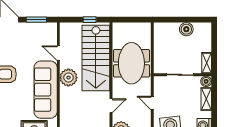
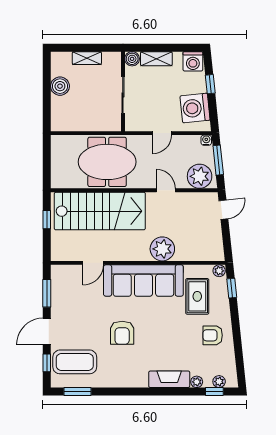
shelving: (207, 63) -> (87, 58), moved
plant: (68, 78) -> (162, 249), moved

